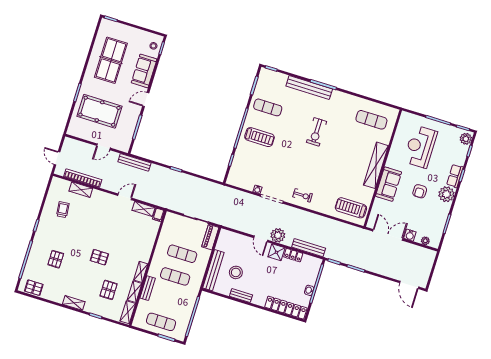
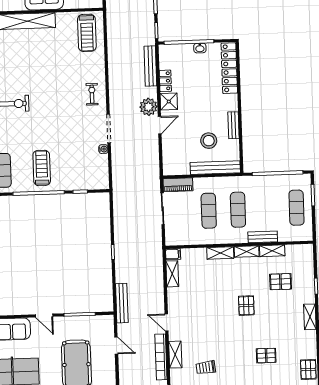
door: (125, 197) -> (167, 322), moved
shelving: (128, 312) -> (220, 253), moved

